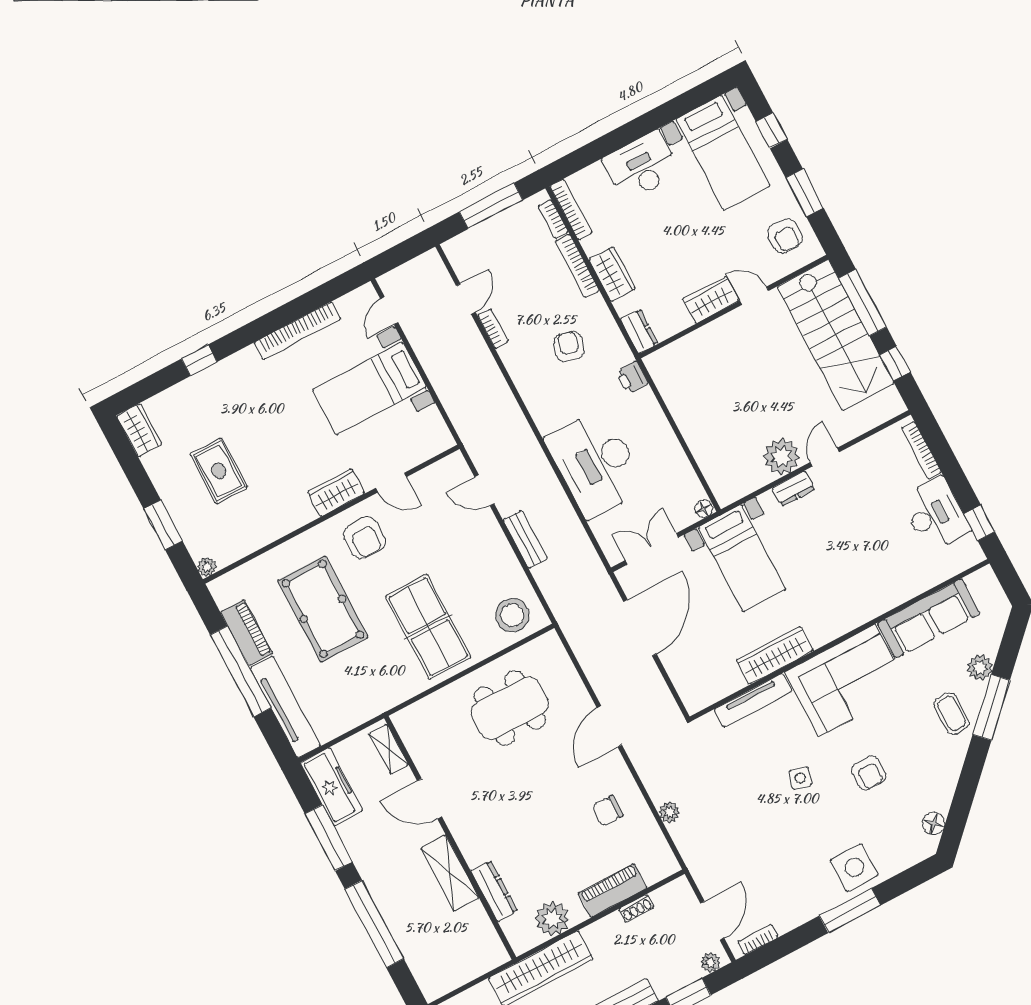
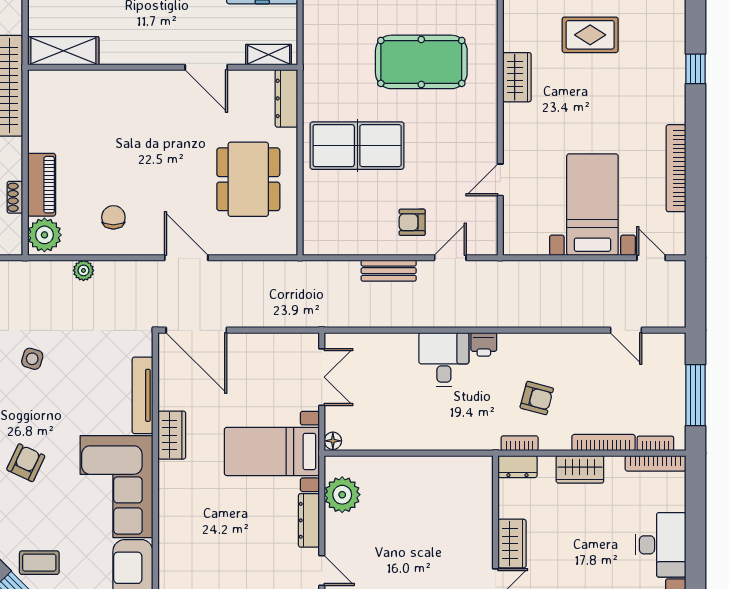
bookcase: (493, 329) -> (520, 443), moved, turned 180
printer: (632, 378) -> (484, 344), moved, turned 180
plant: (782, 457) -> (342, 495), moved
desk: (596, 464) -> (444, 359), width x0.53, depth x0.77
dresser: (793, 489) -> (309, 520), width x1.44
wardrobe: (336, 492) -> (517, 77), moved
armchair: (364, 538) -> (412, 222), moved, width x0.72, depth x0.72
stool: (512, 615) -> (328, 224), removed
door: (640, 628) -> (196, 330), moved
wardrobe: (775, 655) -> (172, 435), width x0.67
armchair: (869, 773) -> (26, 463), turned 115
side table: (800, 778) -> (32, 359), moved
door: (429, 799) -> (206, 67), swing flipped
shelving: (450, 873) -> (63, 51), moved
dresser: (494, 891) -> (286, 98), moved, turned 90
plant: (552, 919) -> (44, 235), moved

